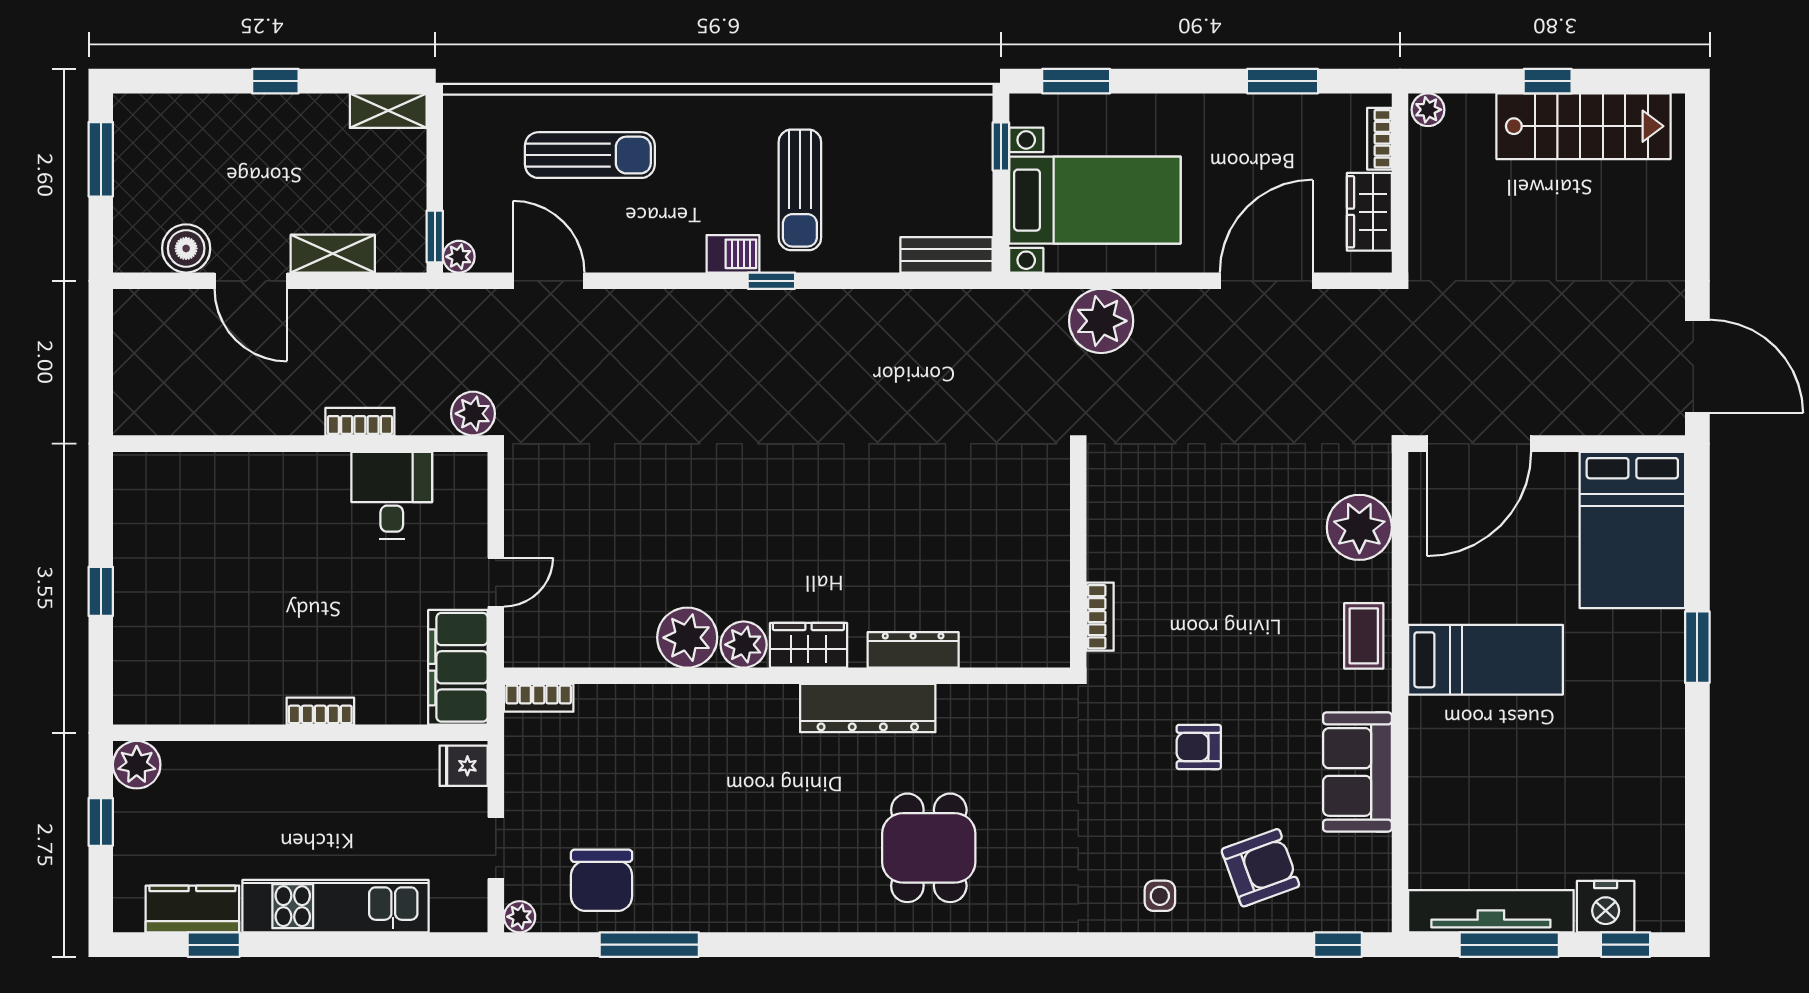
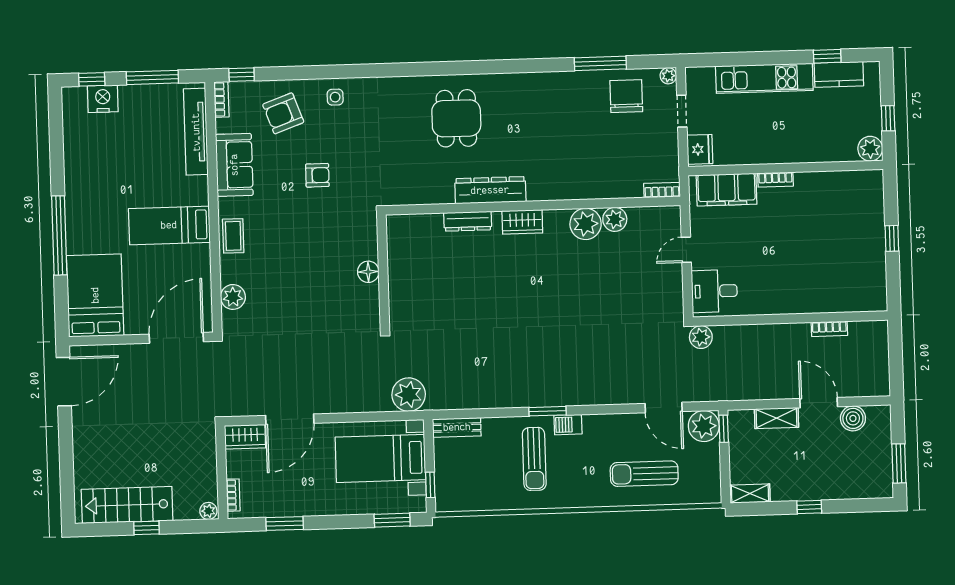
sun lounger: (800, 190) -> (534, 459), turned 180
wardrobe: (1369, 212) -> (245, 437), moved, turned 90
plant: (459, 257) -> (704, 426), width x1.88, depth x1.88
window: (771, 281) -> (548, 411), width x1.50
plant: (1101, 321) -> (409, 395), moved
door: (1697, 366) -> (64, 382), swing flipped
bookcase: (360, 422) -> (829, 329), moved
desk: (392, 495) -> (714, 291), moved, turned 90
plant: (1359, 527) -> (233, 297), width x0.73, depth x0.73
floor lamp: (1107, 559) -> (368, 272), added
bookcase: (1100, 617) -> (221, 99), moved, turned 180
plant: (744, 645) -> (615, 219), moved
window: (1697, 647) -> (59, 235), width x2.11
filing cabinet: (458, 667) -> (727, 190), moved, turned 90
fridge: (464, 766) -> (700, 149), width x1.38
tv unit: (1491, 911) -> (196, 132), moved, turned 90

